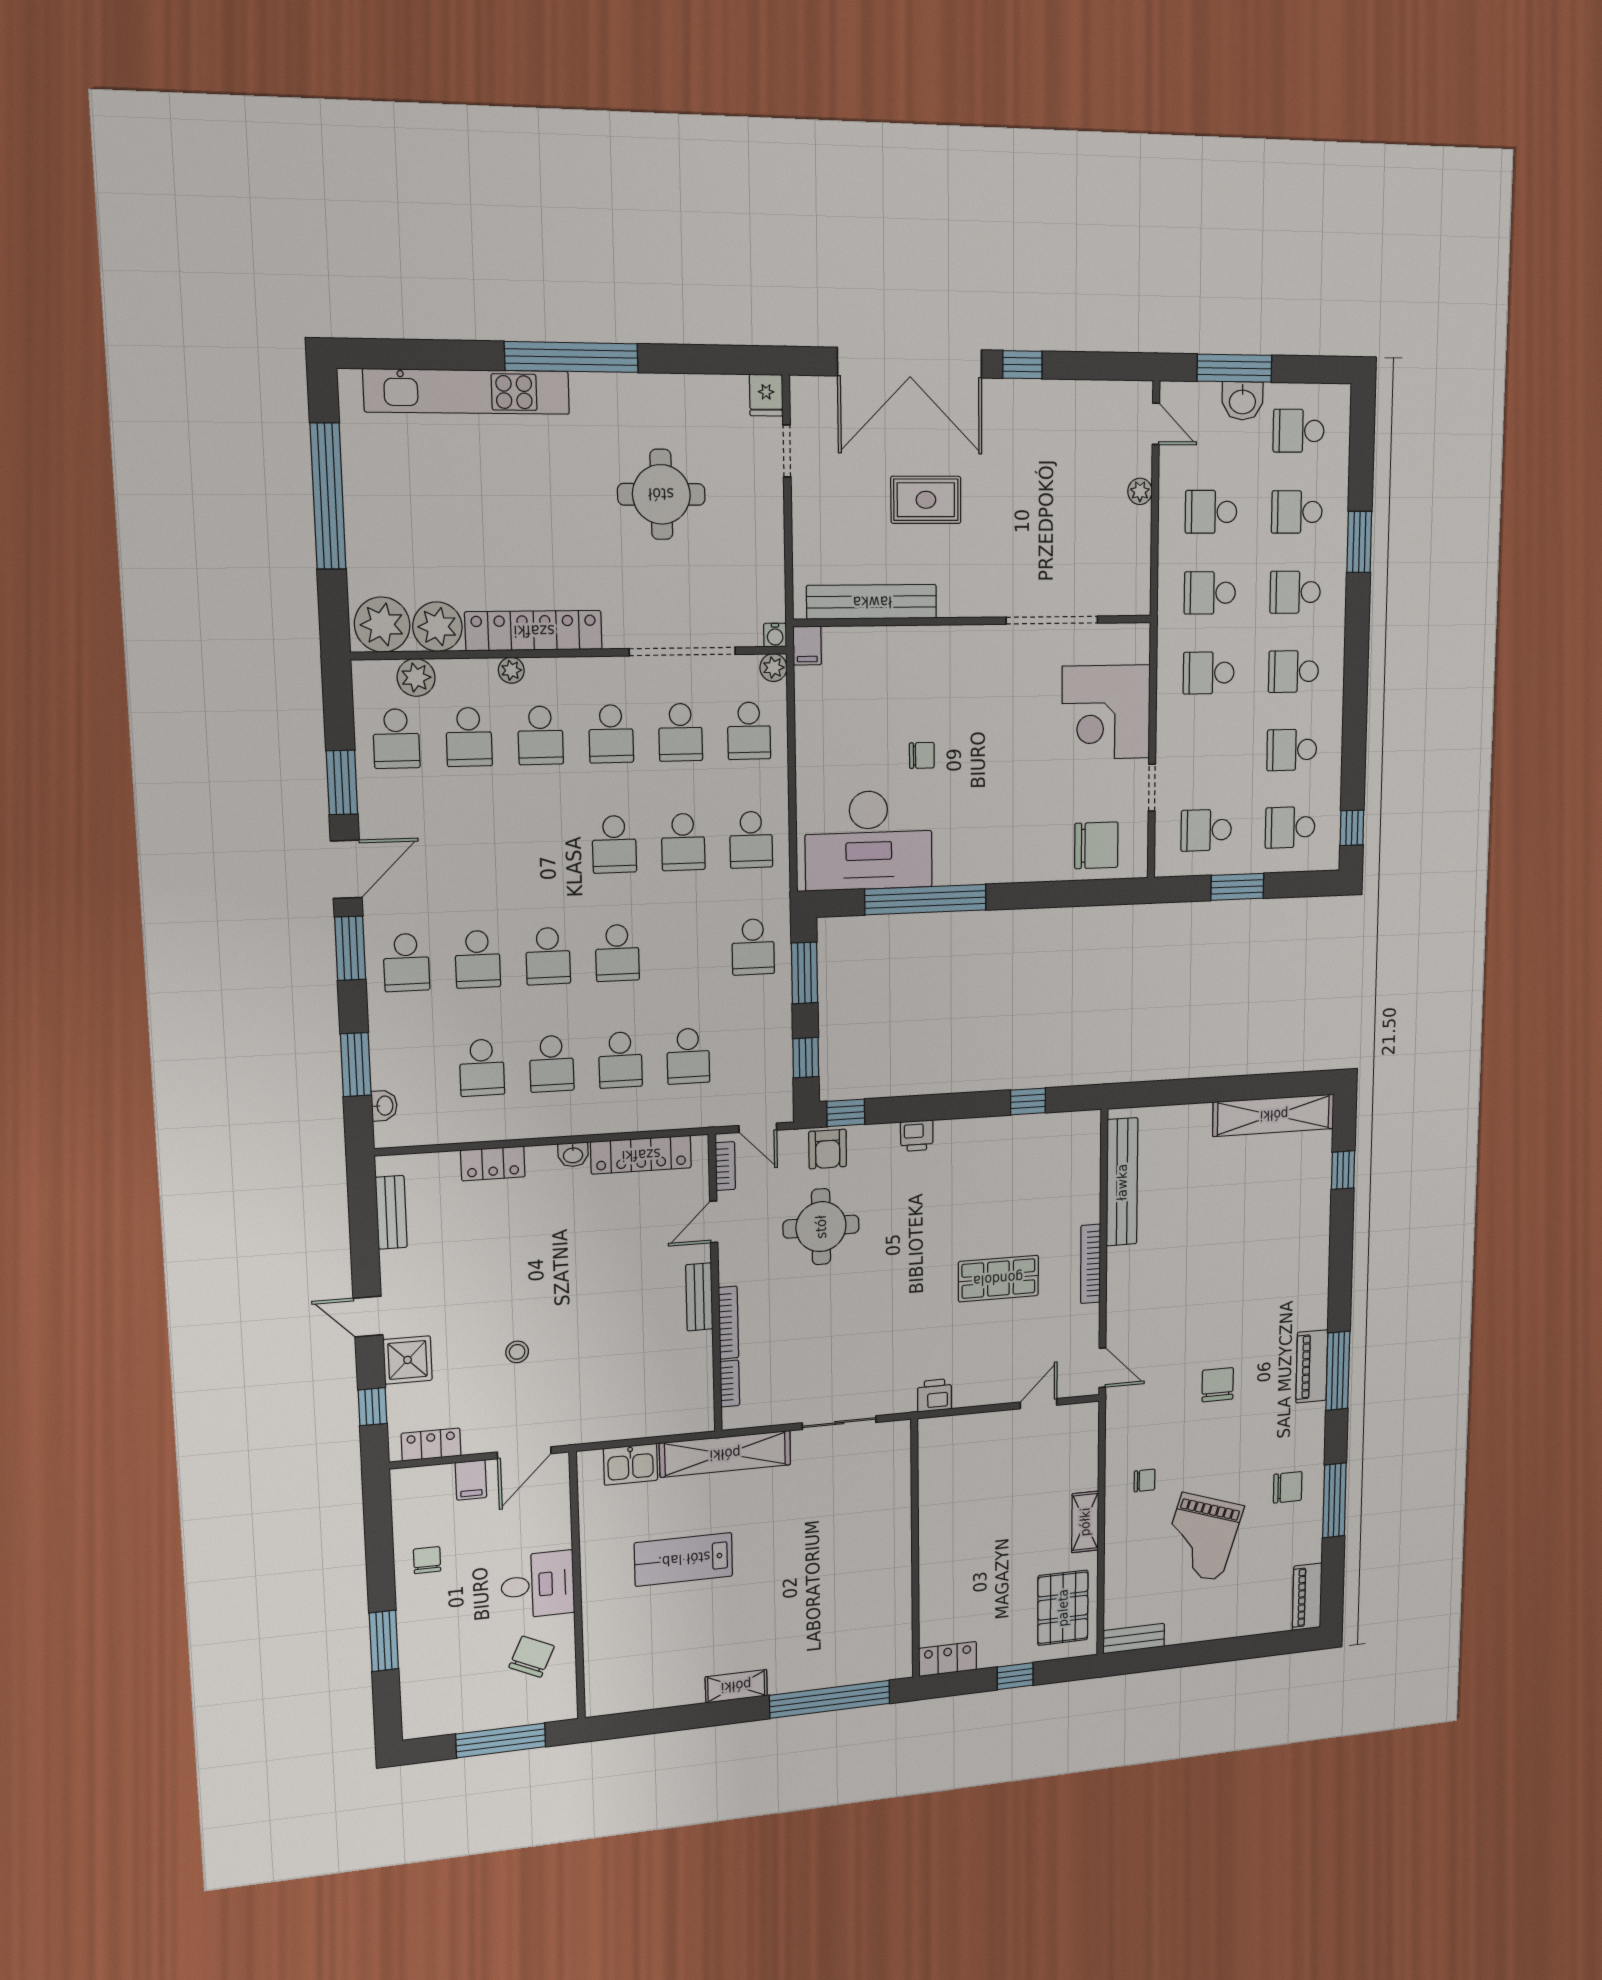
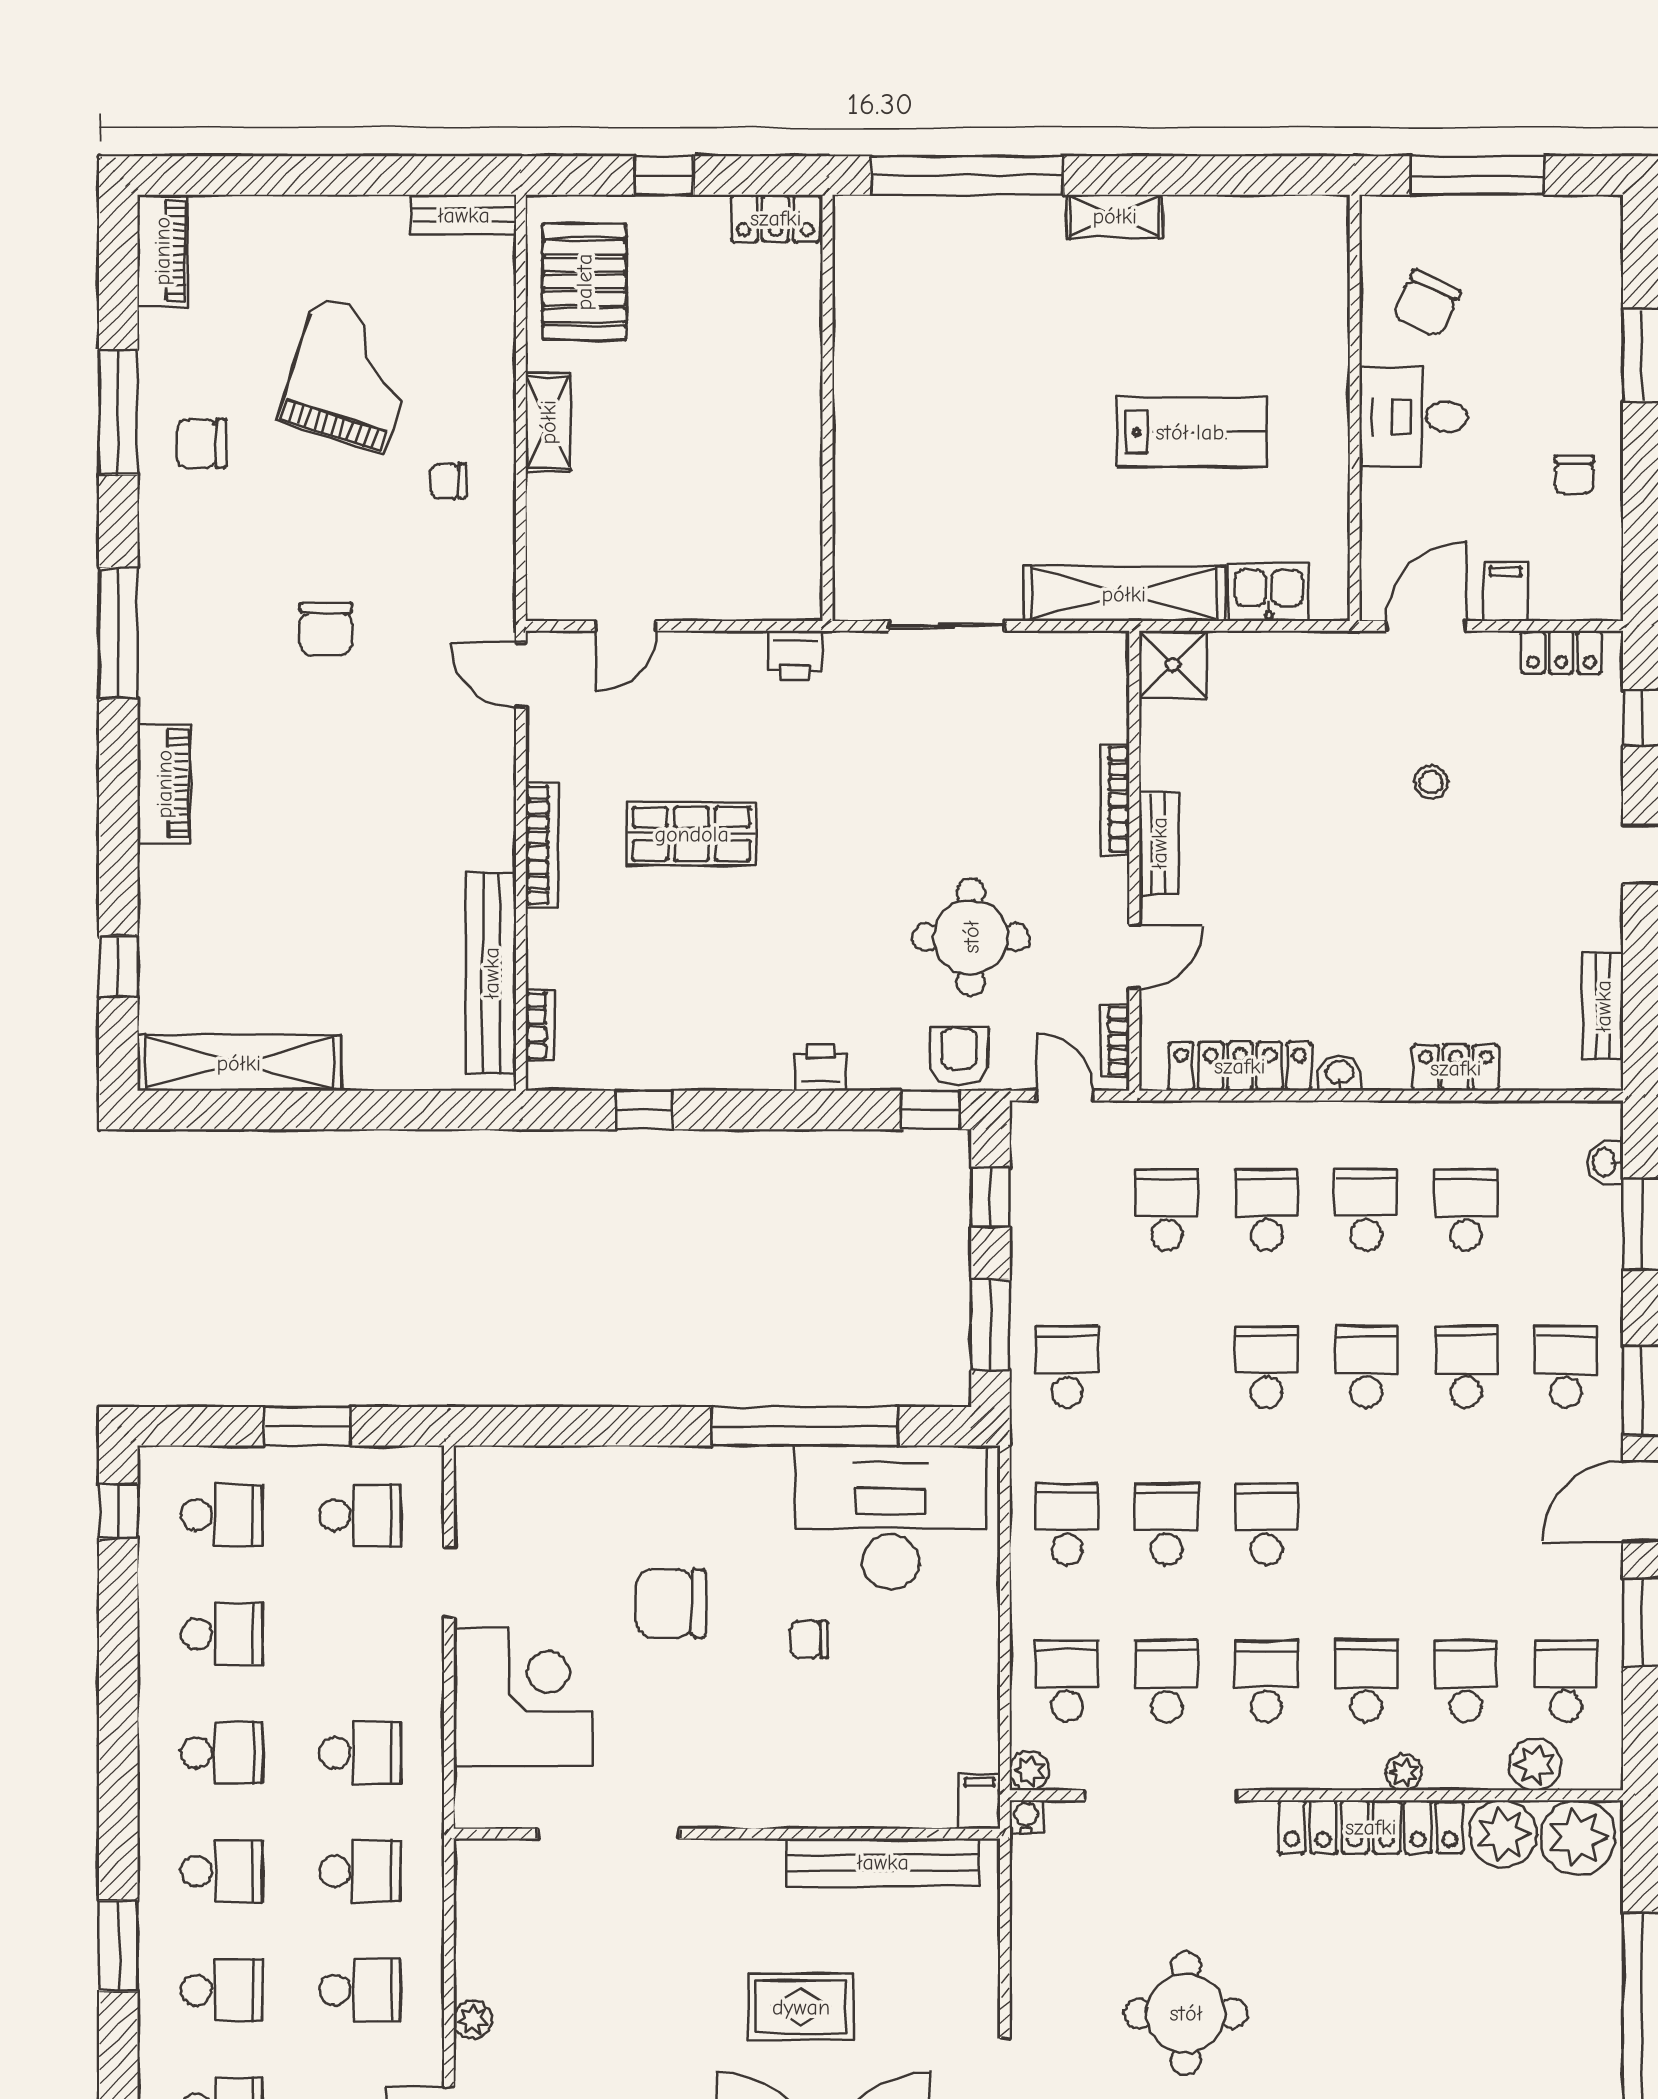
chair: (1096, 845) -> (671, 1603), moved
shower: (408, 1360) -> (1173, 664), moved
piano: (1312, 1366) -> (164, 784), moved
bookcase: (730, 1384) -> (540, 1026), moved, turned 180

